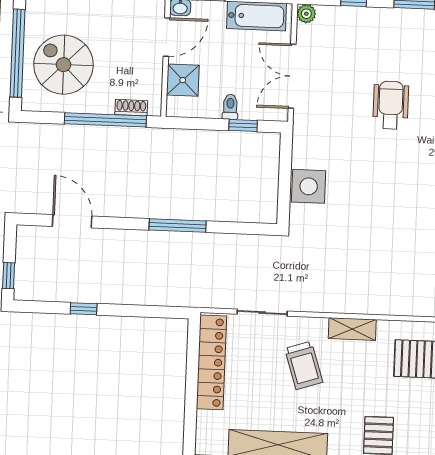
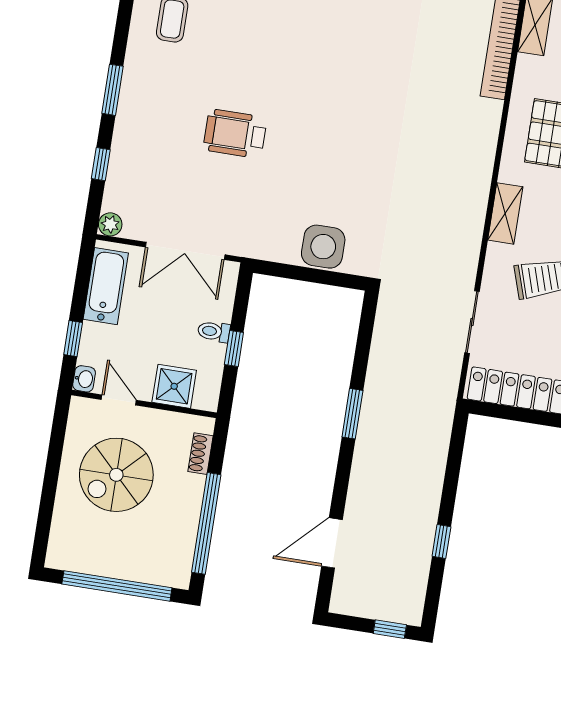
door: (167, 37) -> (119, 400), width x0.73
spiral stairs: (63, 65) -> (116, 475), moved
window: (105, 120) -> (206, 523), moved
window: (243, 125) -> (234, 349), moved
window: (178, 225) -> (352, 414), width x0.69

